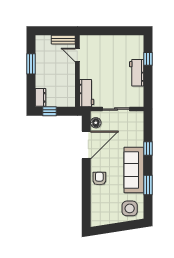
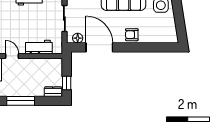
door: (77, 55) -> (12, 56), swing flipped
window: (31, 64) -> (21, 101), width x1.44
workbench: (87, 93) -> (39, 47), moved

